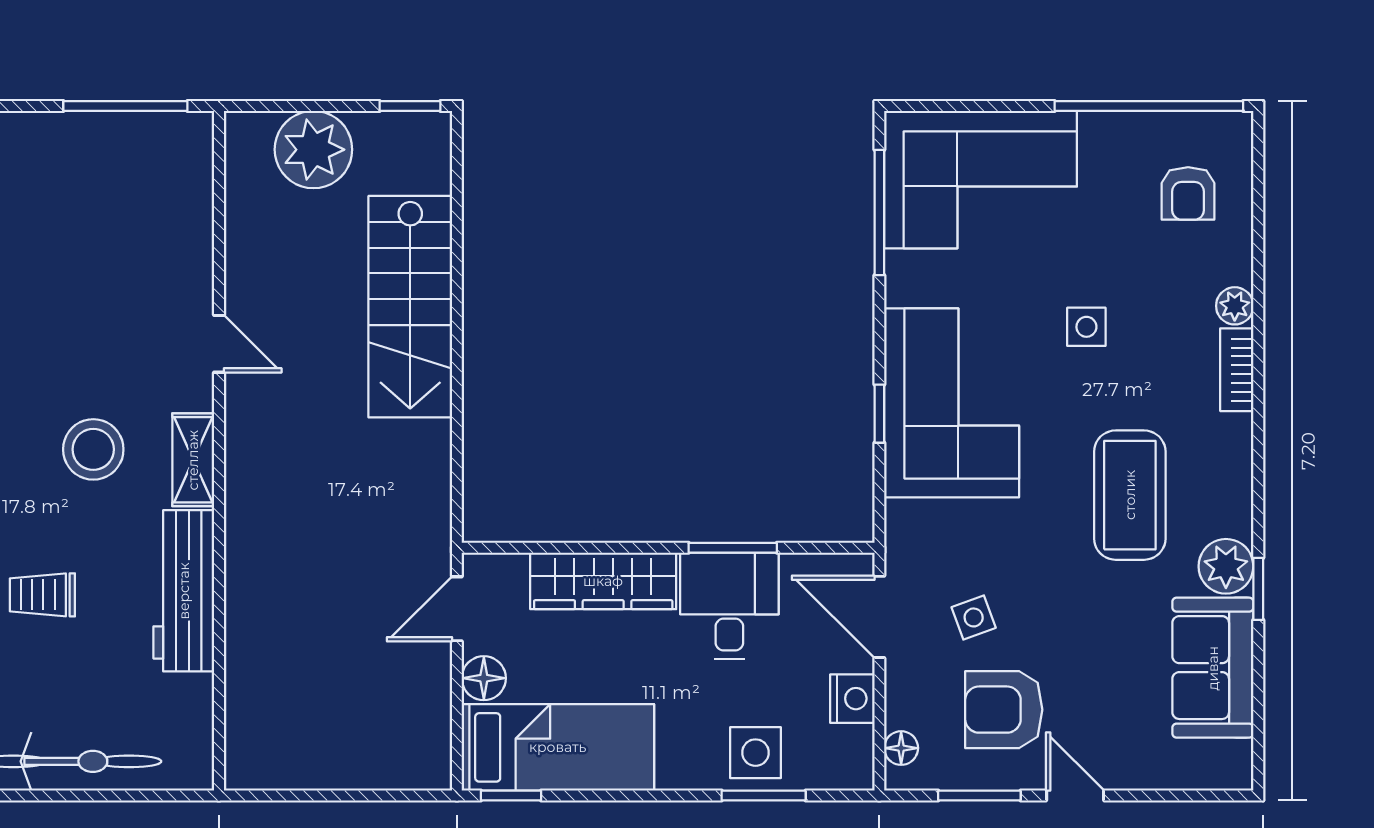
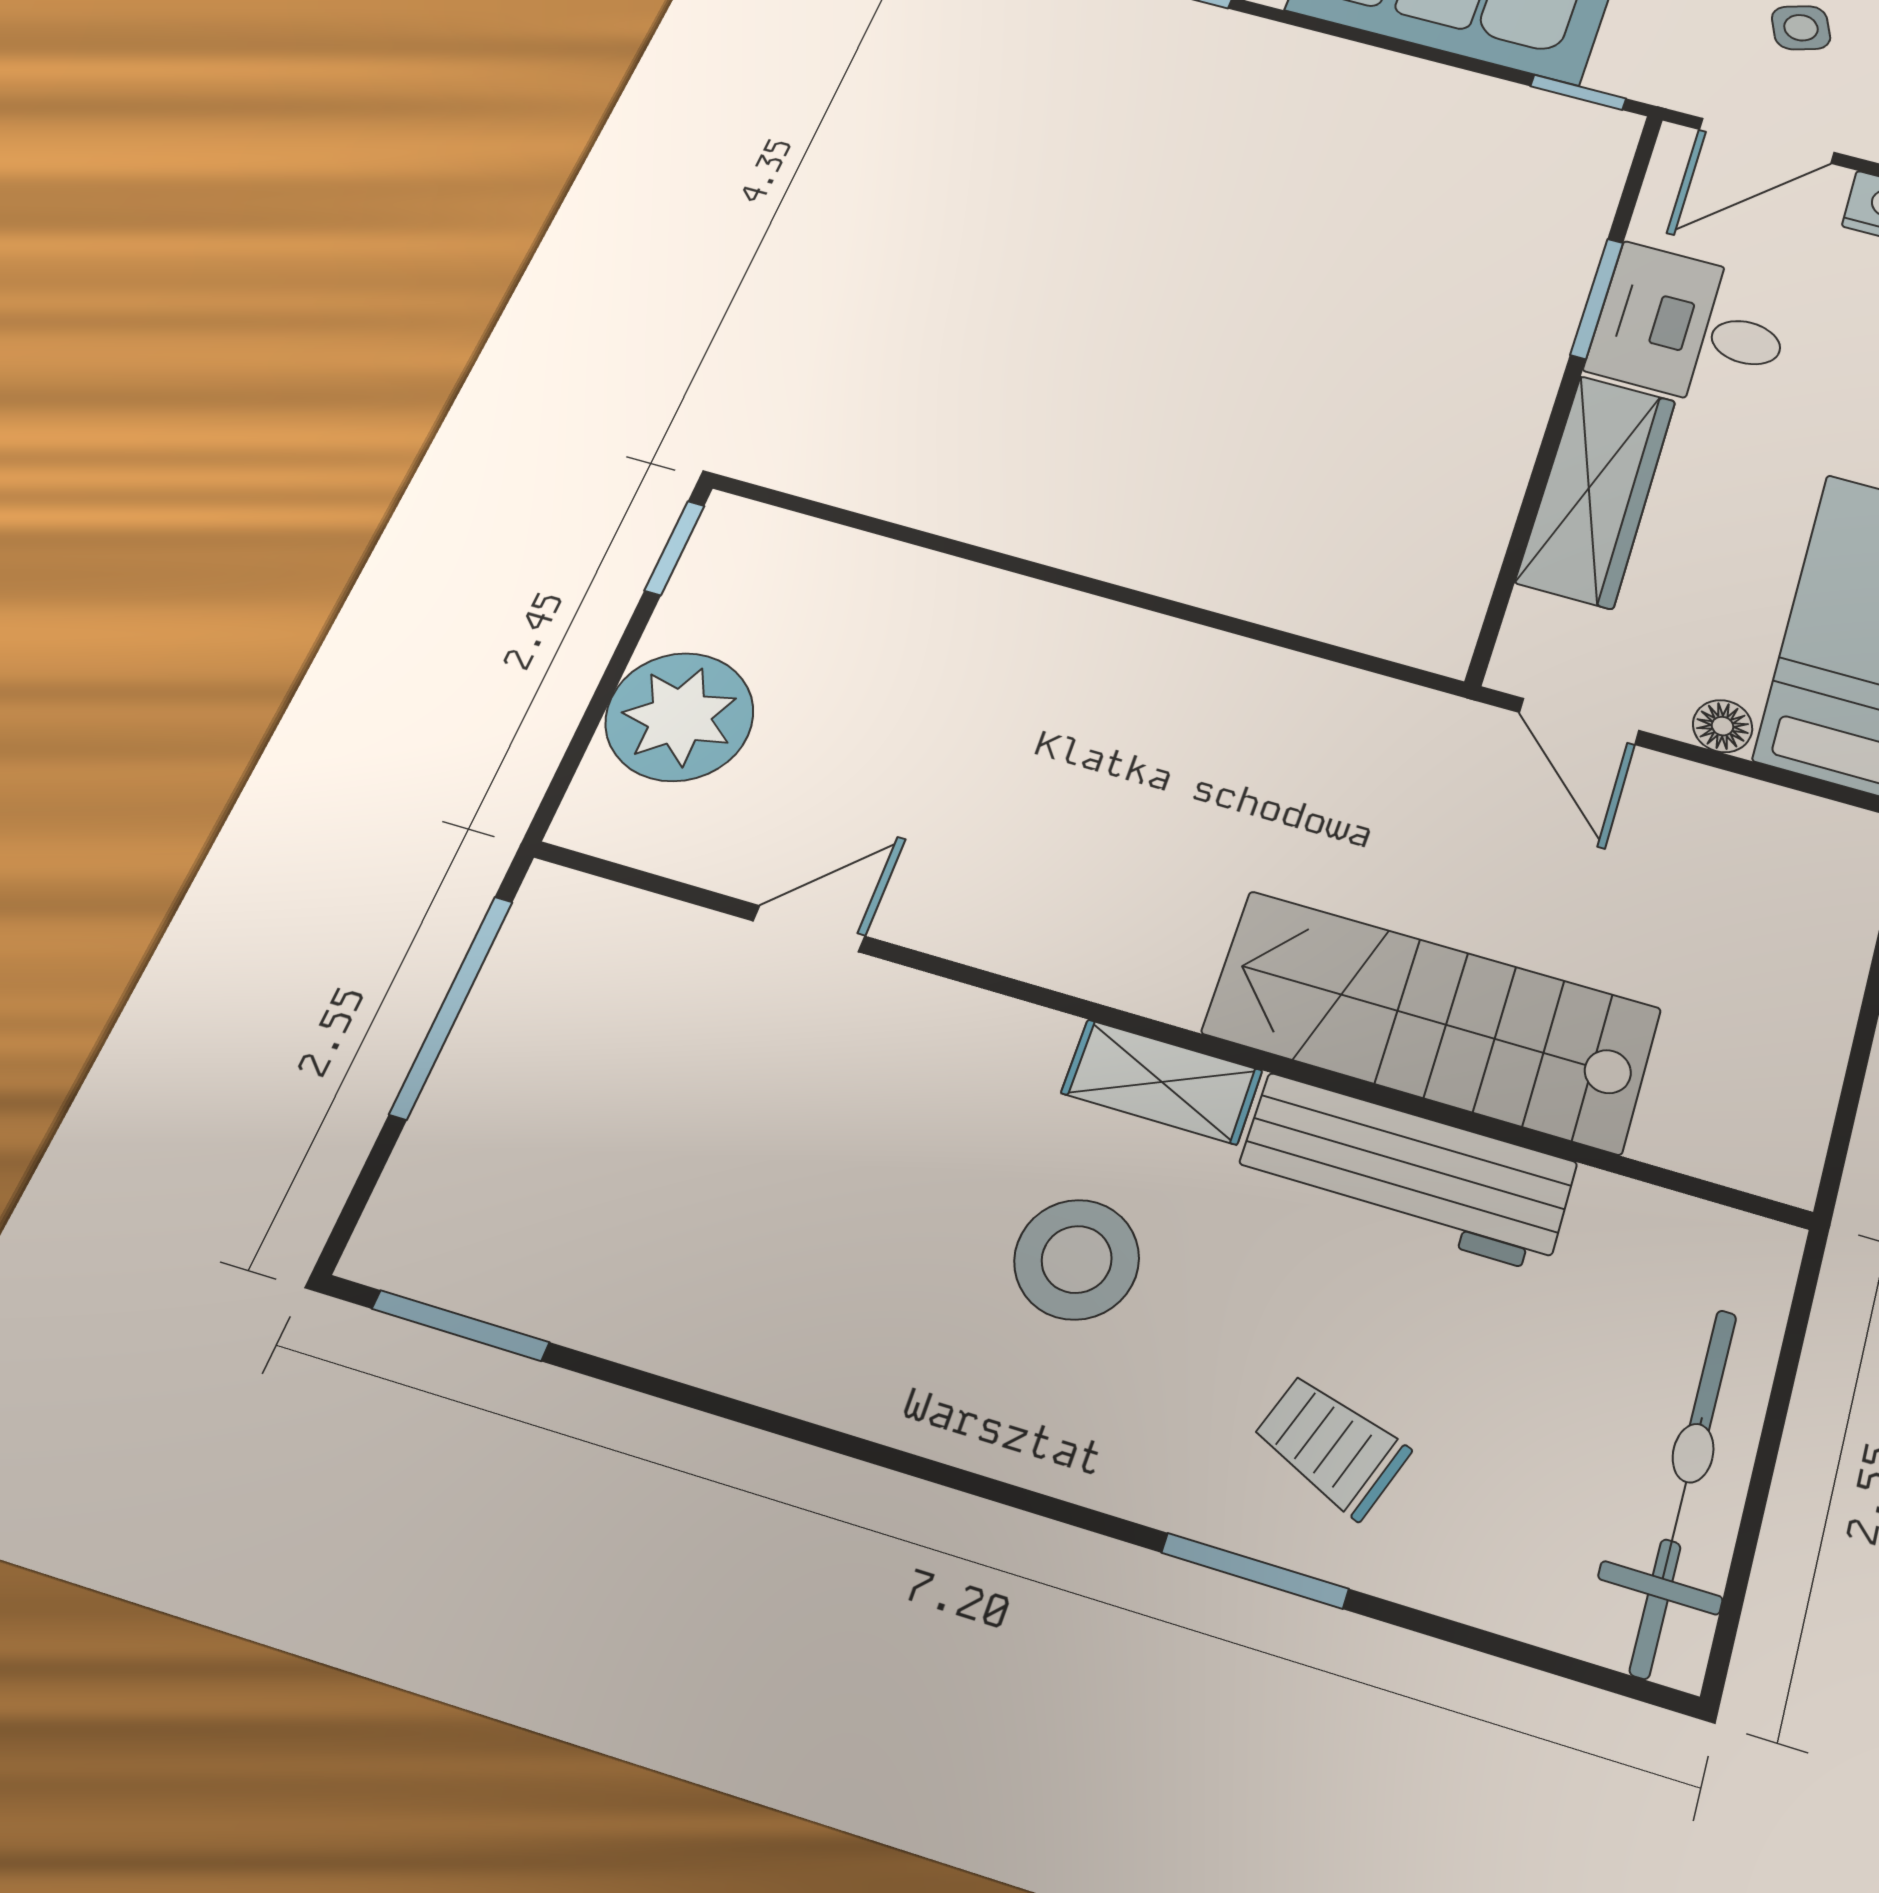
stairs: (410, 307) -> (1432, 1021), moved, turned 180
door: (219, 344) -> (809, 929), moved
window: (879, 414) -> (1578, 92), moved
trolley: (42, 595) -> (1331, 1446), turned 110
floor lamp: (484, 678) -> (1723, 726), width x0.73, depth x0.73

